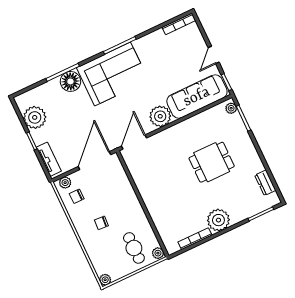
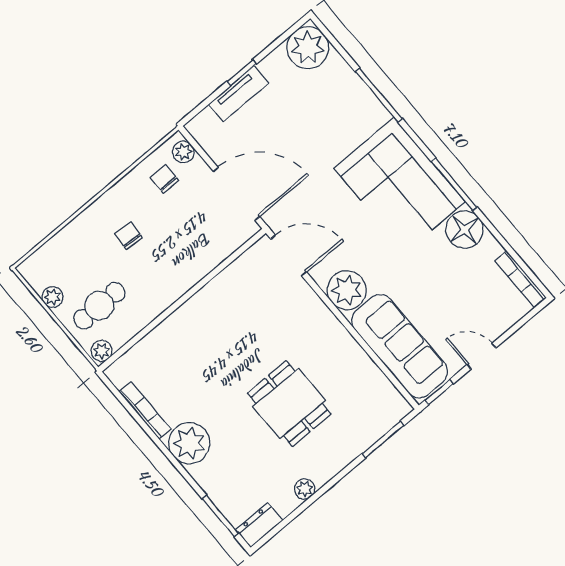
floor lamp: (70, 81) -> (465, 230), moved
plant: (231, 108) -> (305, 489), moved
plant: (35, 117) -> (308, 48), moved
tv unit: (49, 159) -> (239, 94), moved
dresser: (265, 183) -> (259, 525), moved
plant: (105, 280) -> (52, 297), moved

